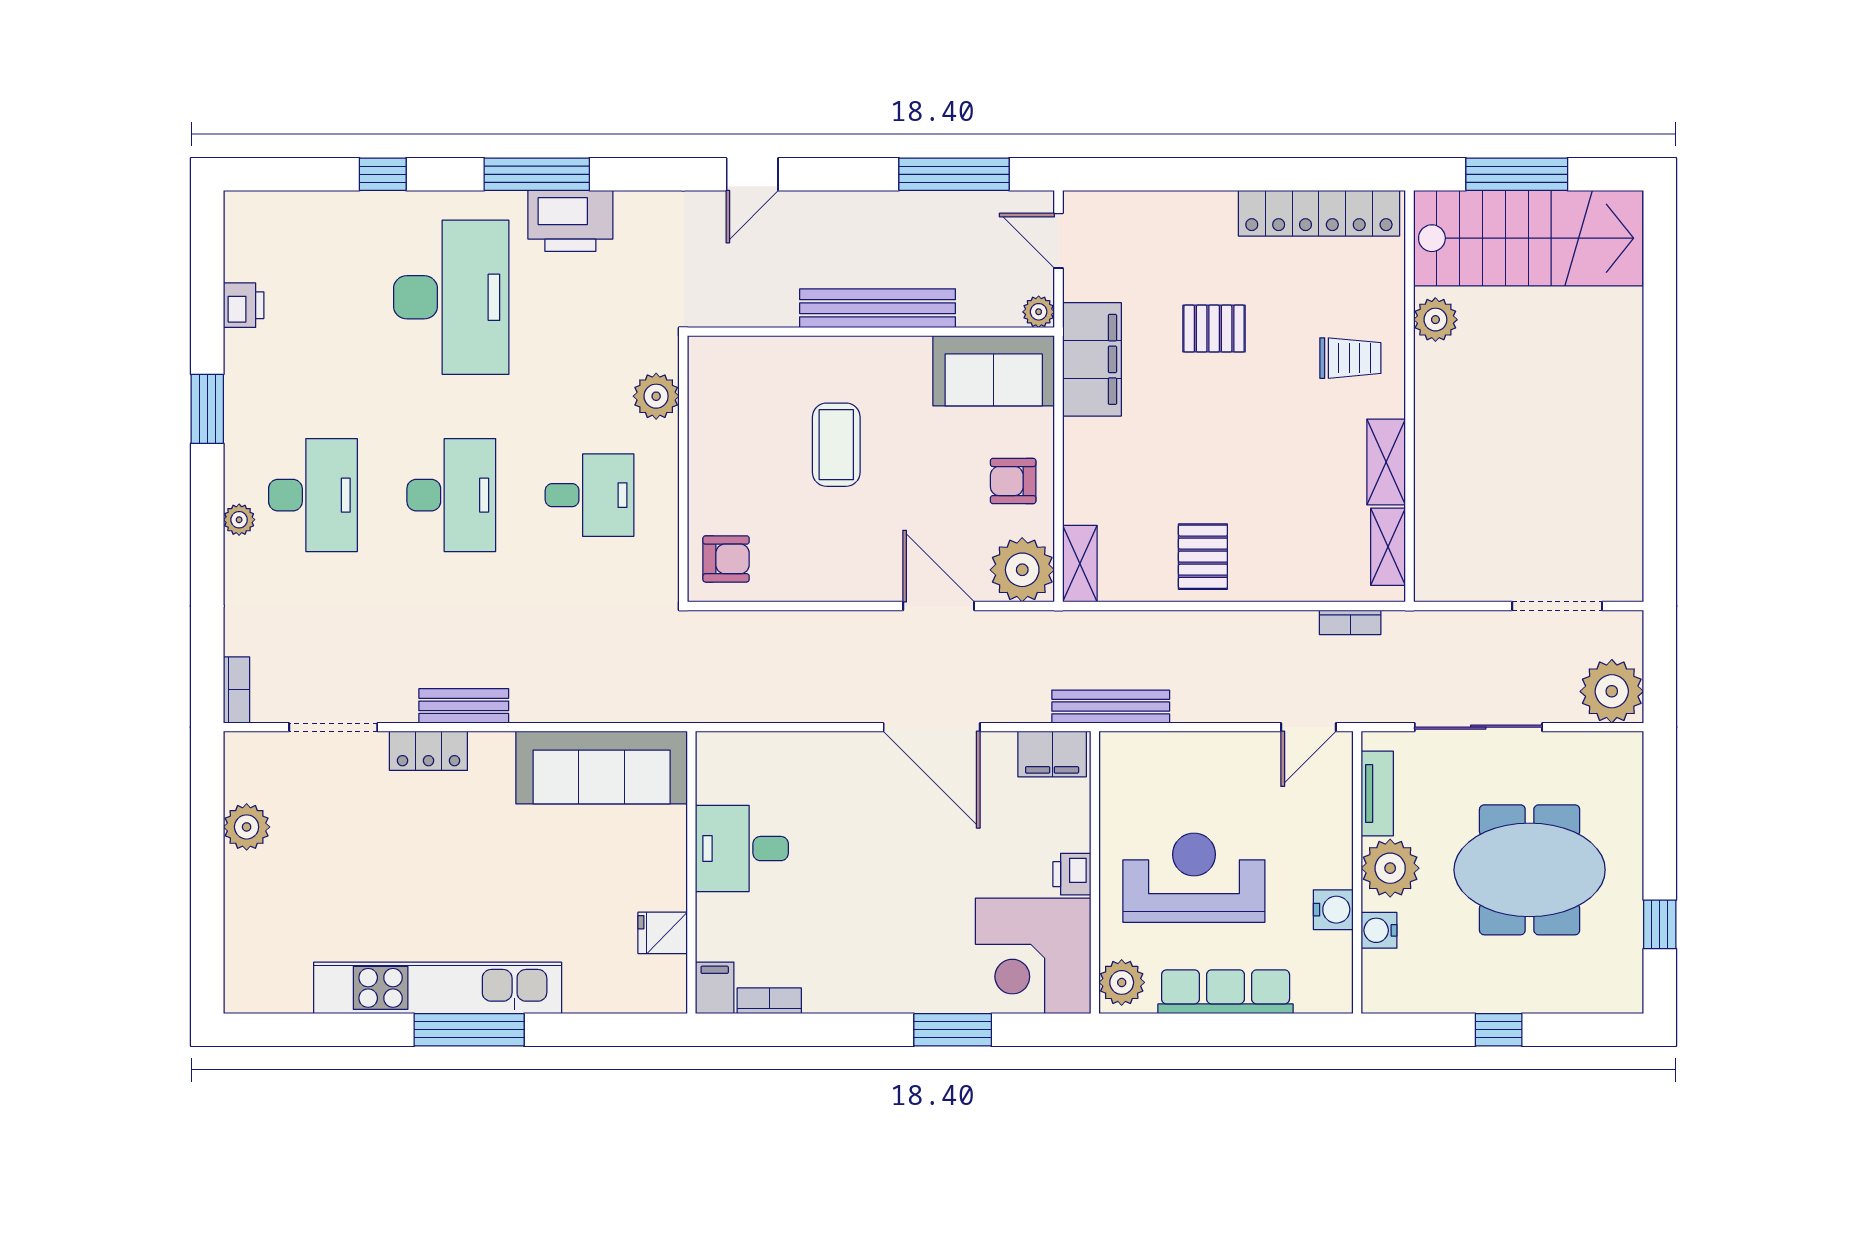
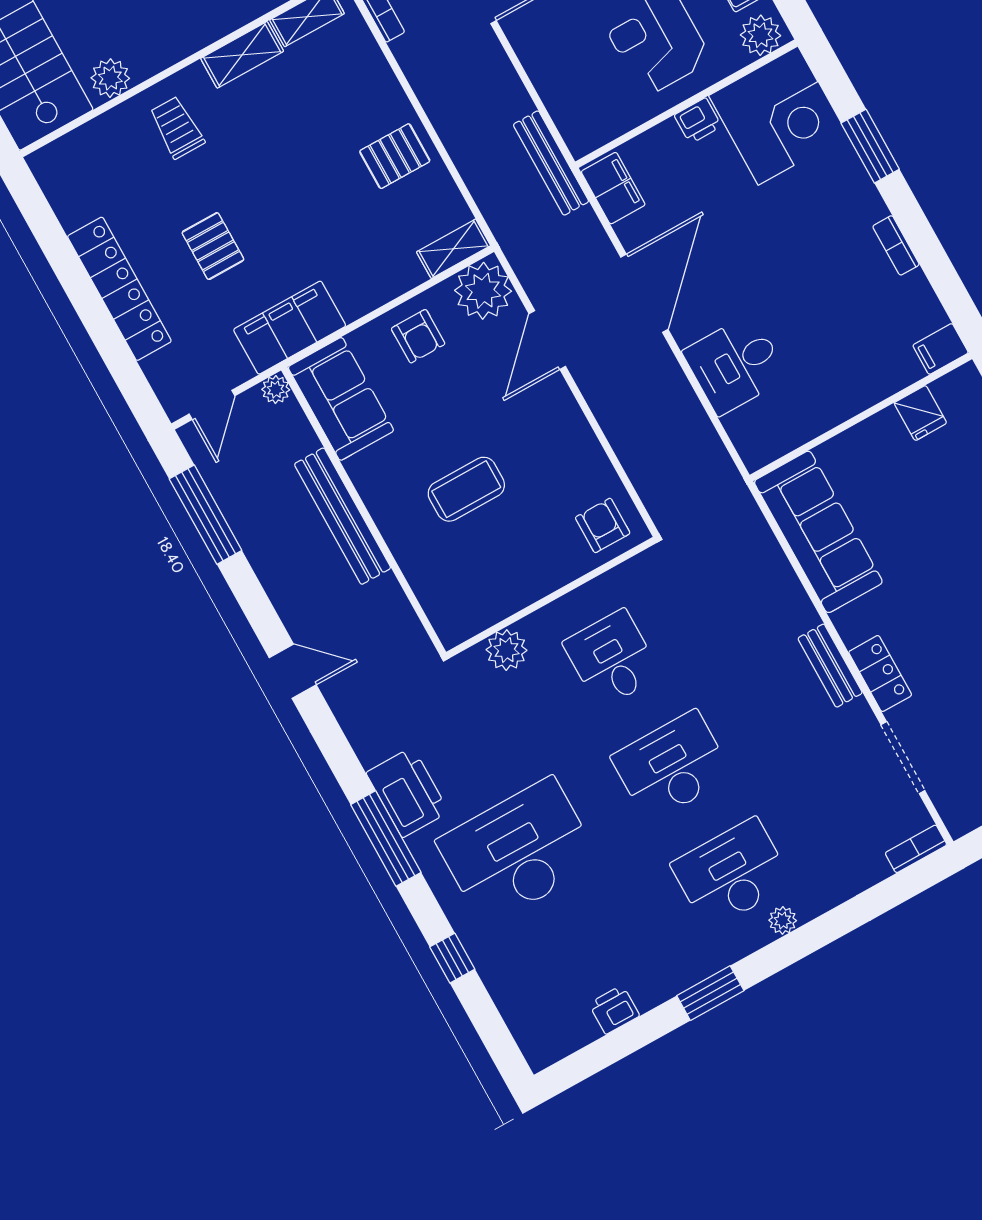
locker: (1319, 213) -> (119, 289), moved
desk: (742, 849) -> (735, 364), moved, turned 90
bookcase: (769, 1001) -> (896, 245), moved

